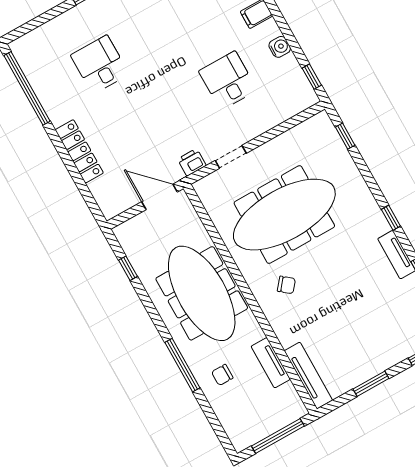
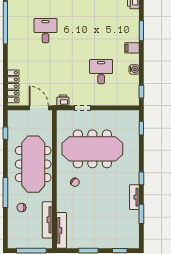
locker: (79, 151) -> (13, 86), moved
tv unit: (271, 363) -> (47, 220), width x1.41

